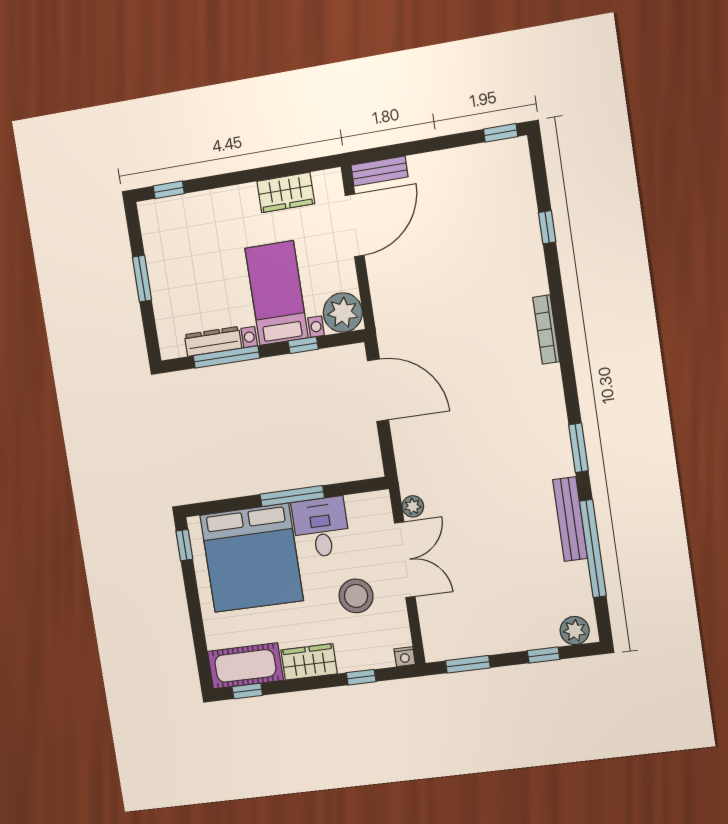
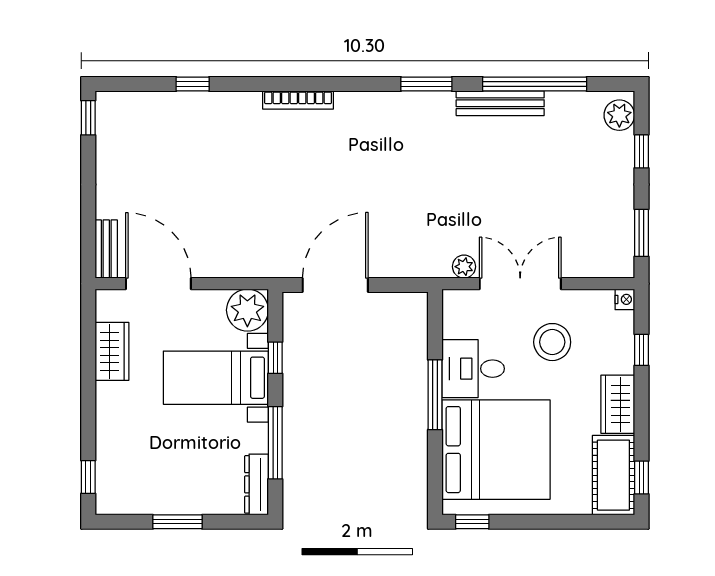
dresser: (213, 341) -> (257, 484), moved

